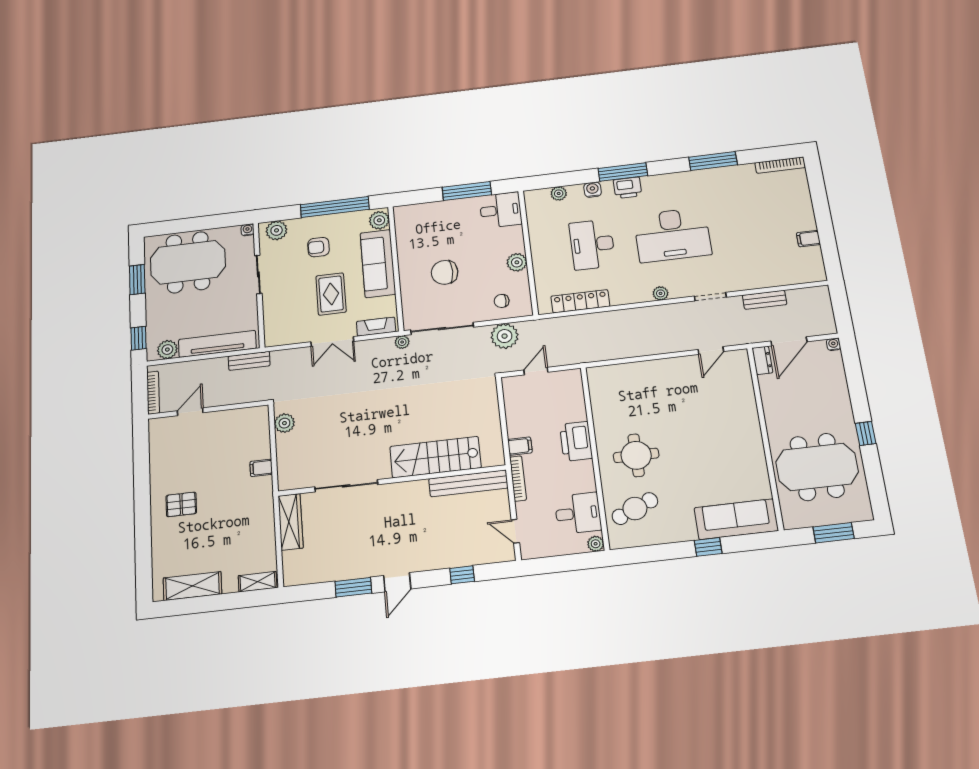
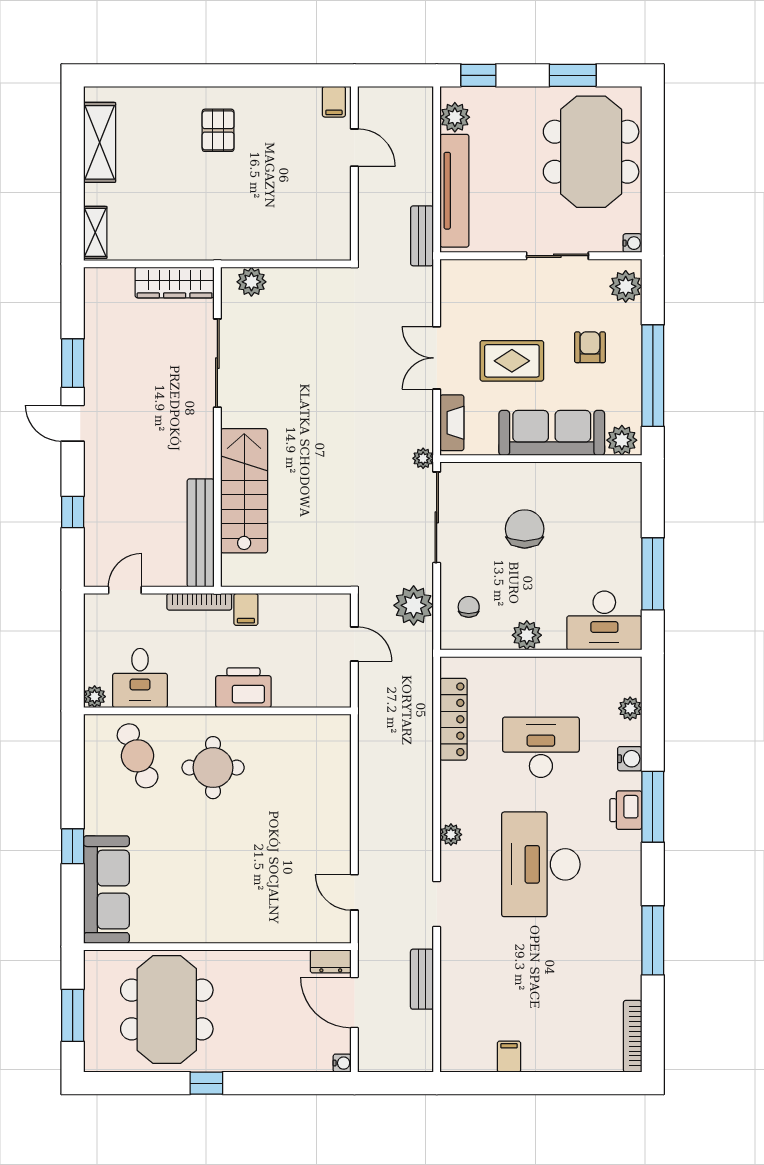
desk: (501, 210) -> (604, 621), width x1.37
bookcase: (153, 393) -> (390, 95), removed
plant: (284, 423) -> (251, 282), moved
filing cabinet: (261, 468) -> (334, 102), moved, turned 180

